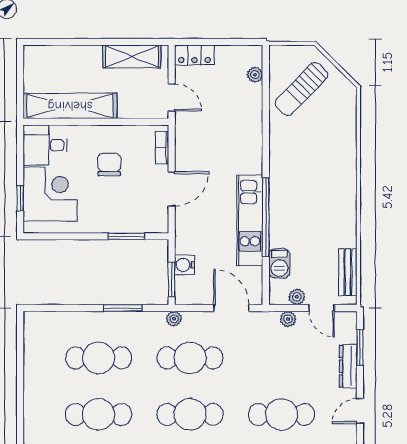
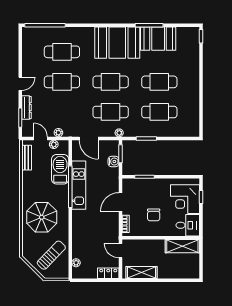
shelving: (70, 106) -> (182, 246), width x0.68
parasol: (319, 160) -> (42, 217), added
barbecue: (279, 263) -> (60, 169), width x1.88, depth x1.53

